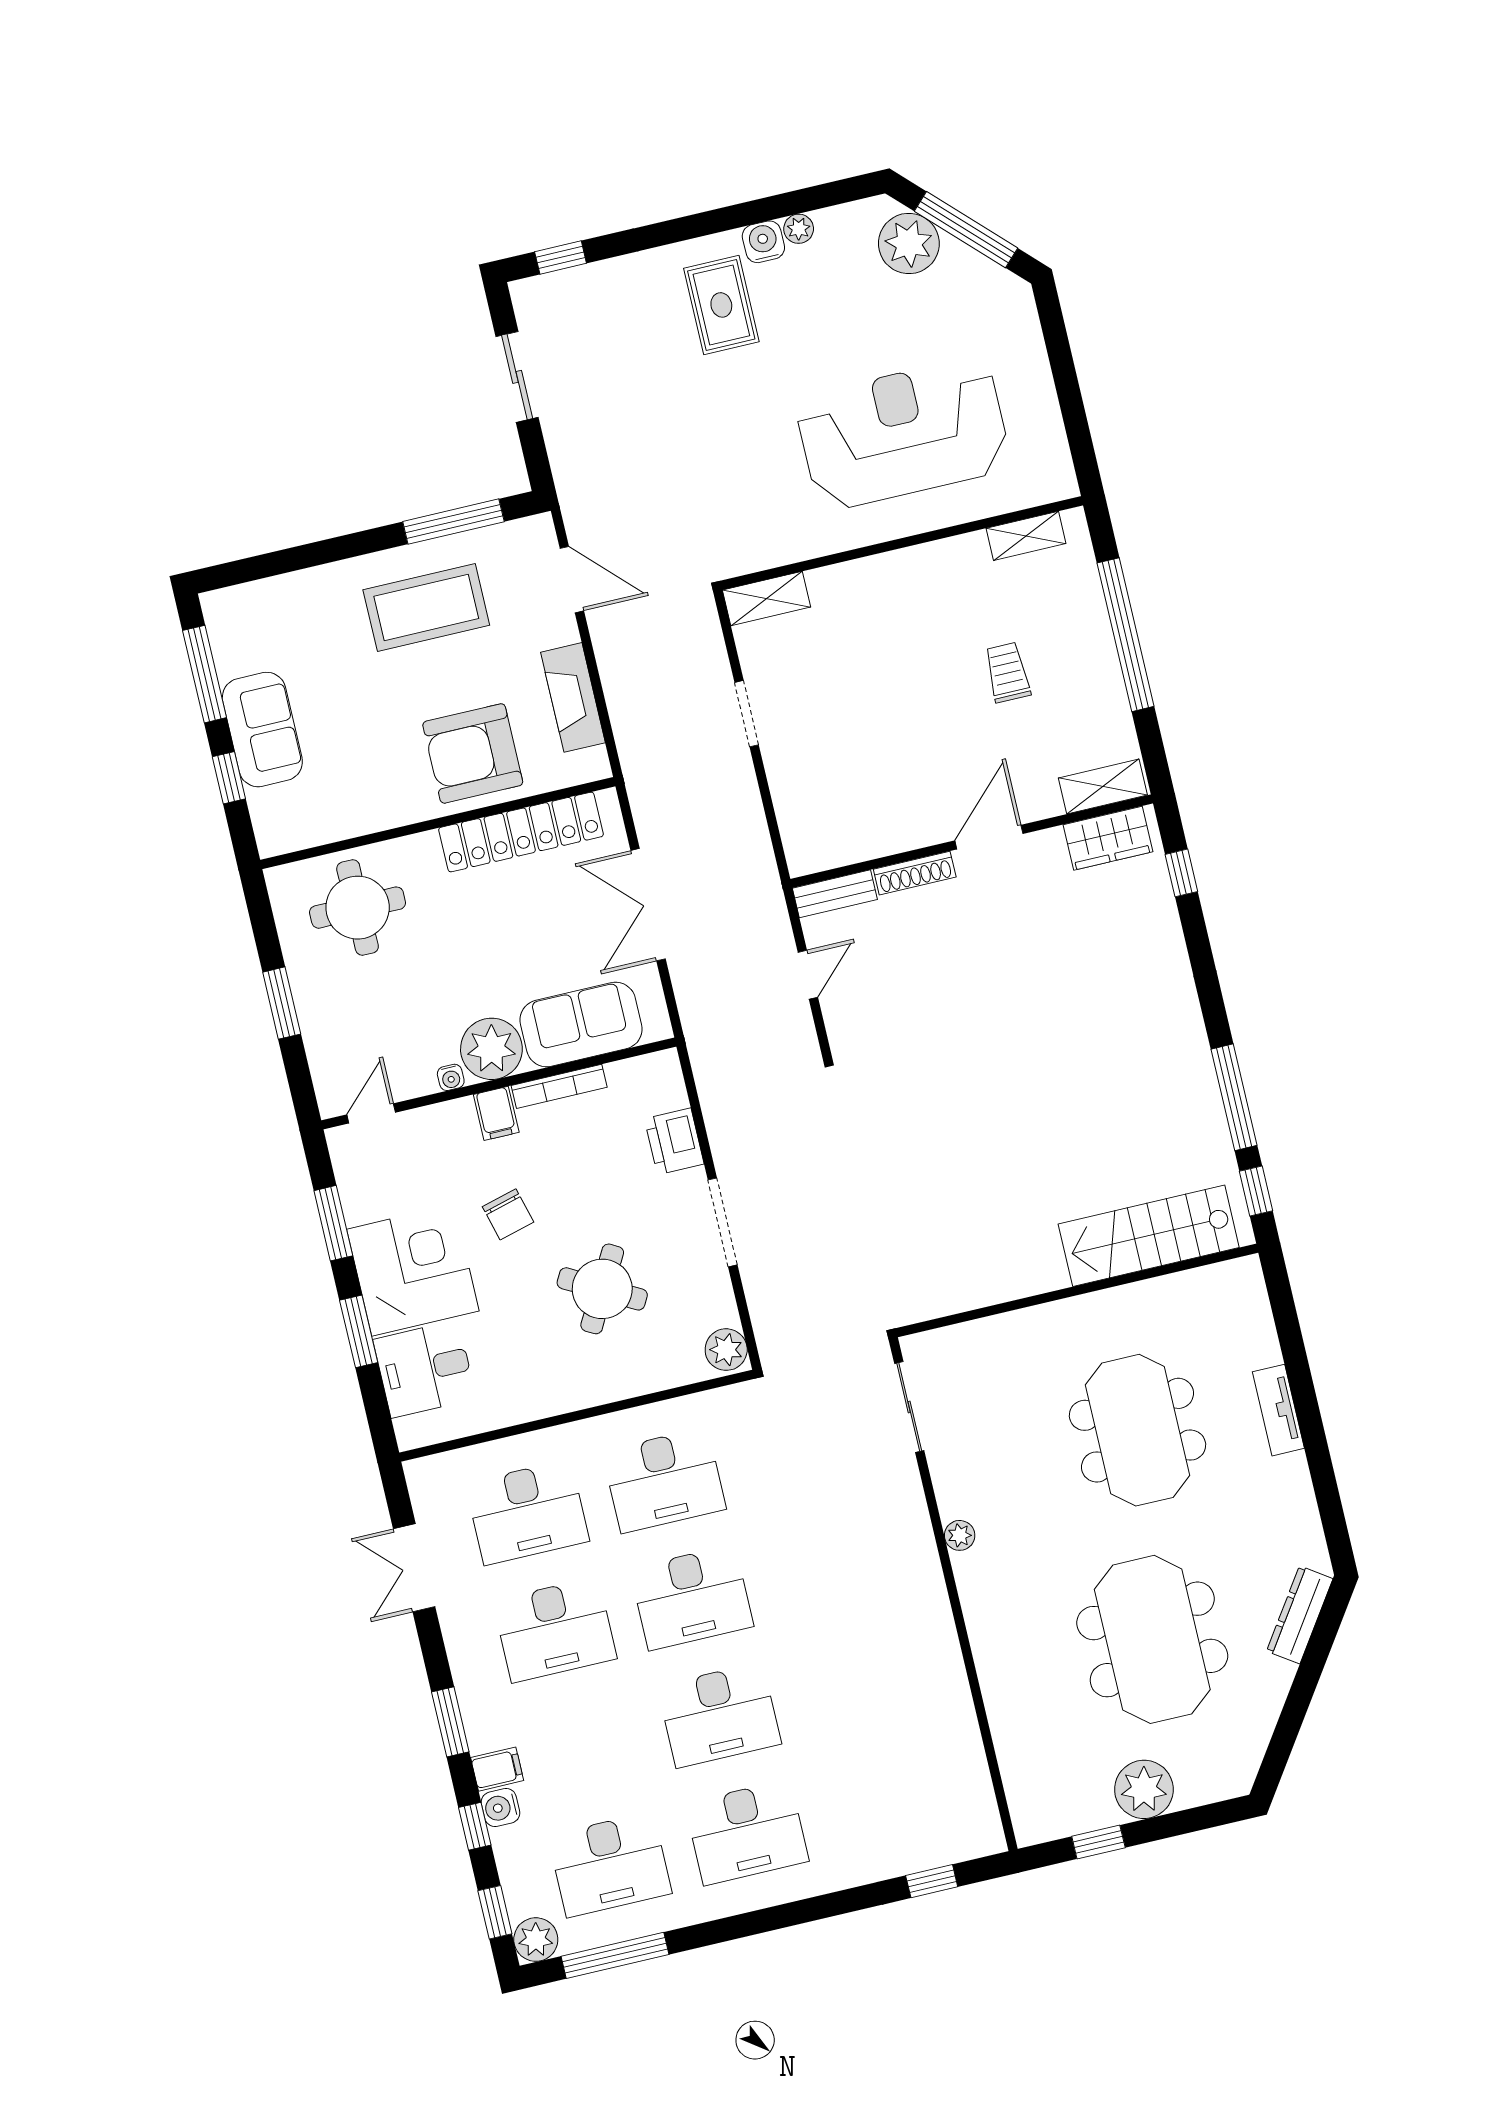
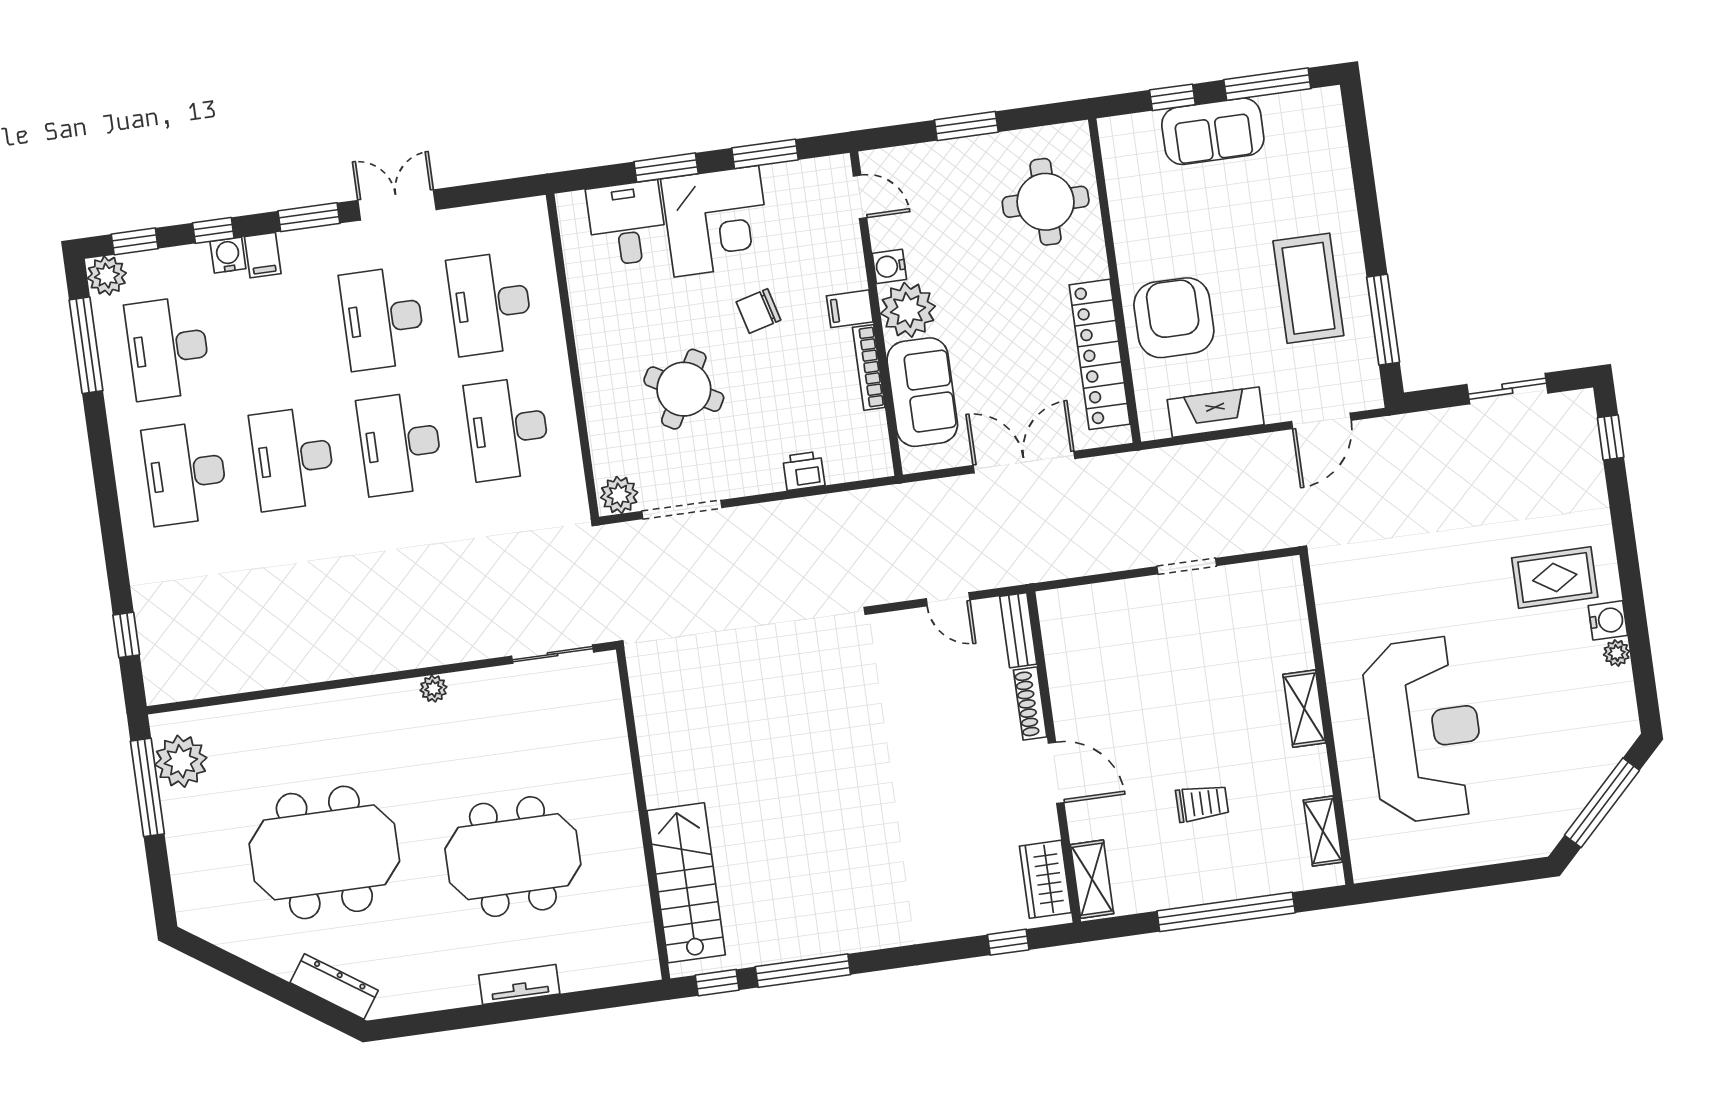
plant: (909, 243) -> (1594, 750), removed
shelving: (766, 598) -> (1304, 709), moved
water cooler: (451, 1077) -> (889, 266), width x1.38, depth x1.38
printer: (674, 1141) -> (804, 471), width x0.73, depth x0.81
doorway: (723, 1222) -> (682, 510), moved
double door: (414, 1568) -> (397, 205), moved
plant: (1144, 1789) -> (181, 761), moved
window: (1098, 1842) -> (147, 787), width x2.17

